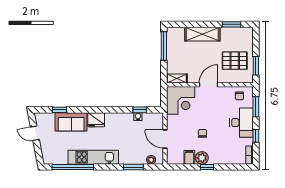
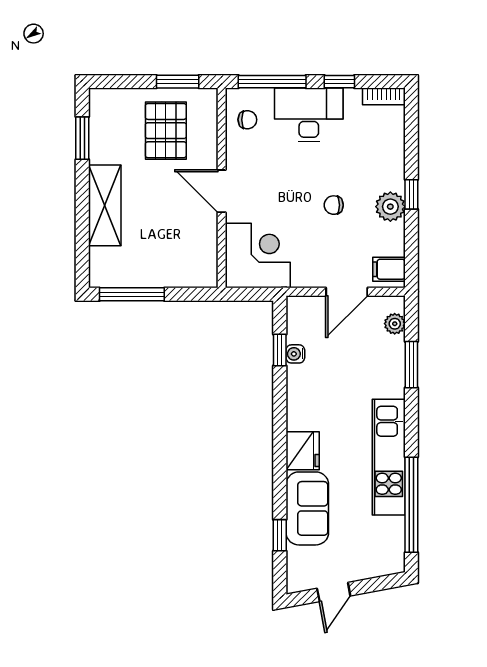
shelving: (177, 78) -> (207, 264), removed
window: (256, 107) -> (272, 82), width x1.44
filing cabinet: (189, 157) -> (389, 269), moved

